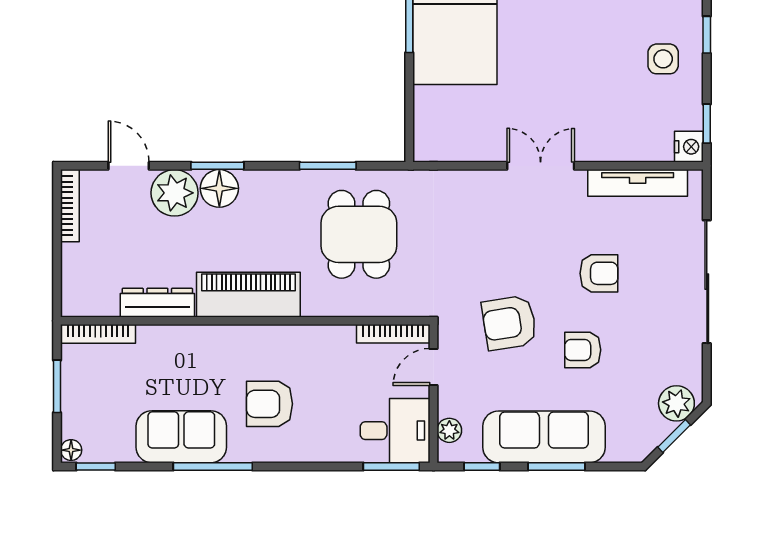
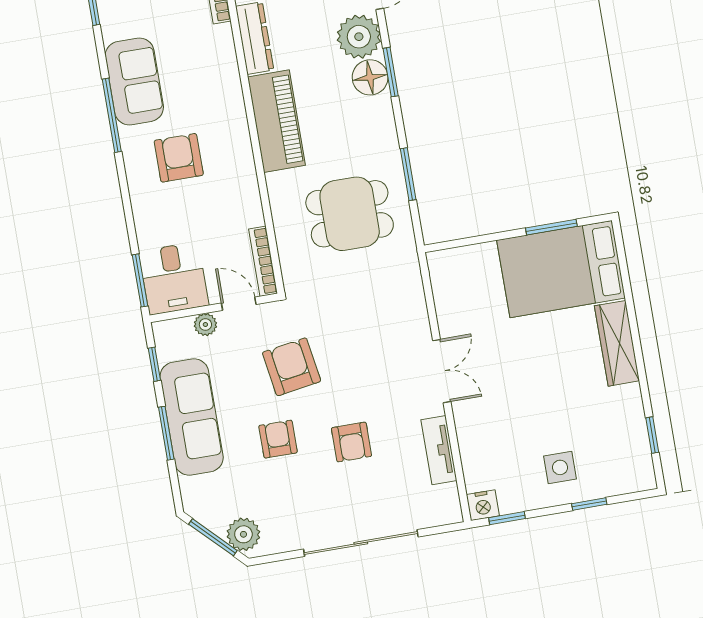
tv unit: (638, 183) -> (439, 450), width x0.71
plant: (449, 430) -> (205, 325), moved
window: (674, 436) -> (213, 537), width x1.50

